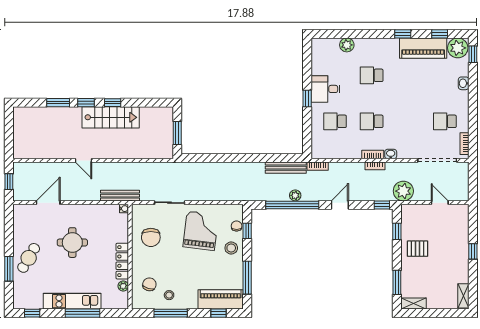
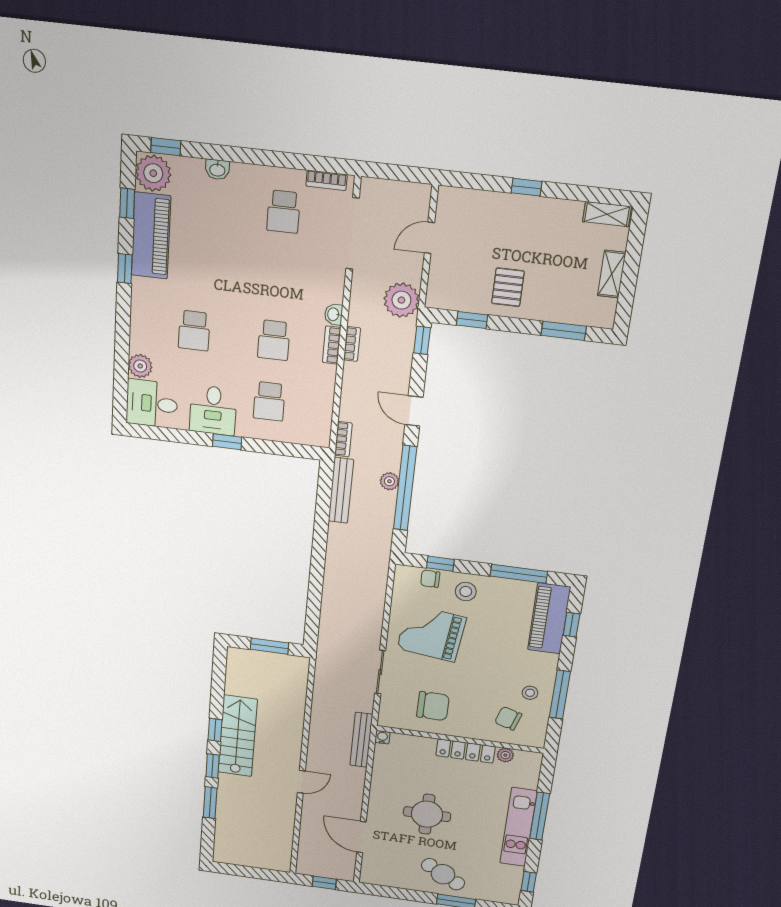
desk: (325, 53) -> (152, 404), added
shelving: (413, 303) -> (612, 274), moved

